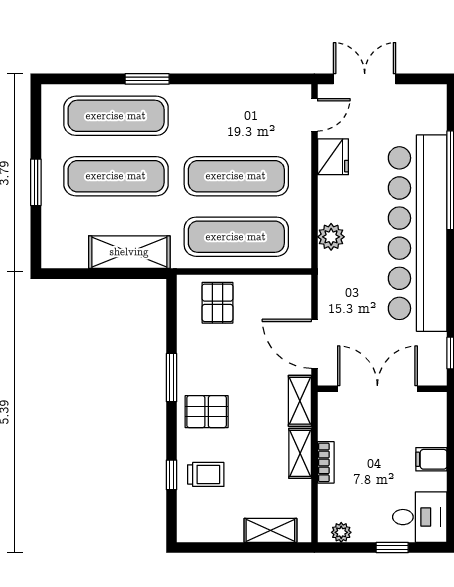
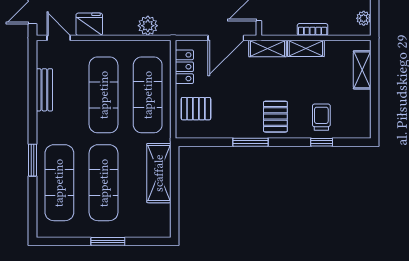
bench: (243, 95) -> (44, 90), added
locker: (275, 287) -> (184, 67), added

